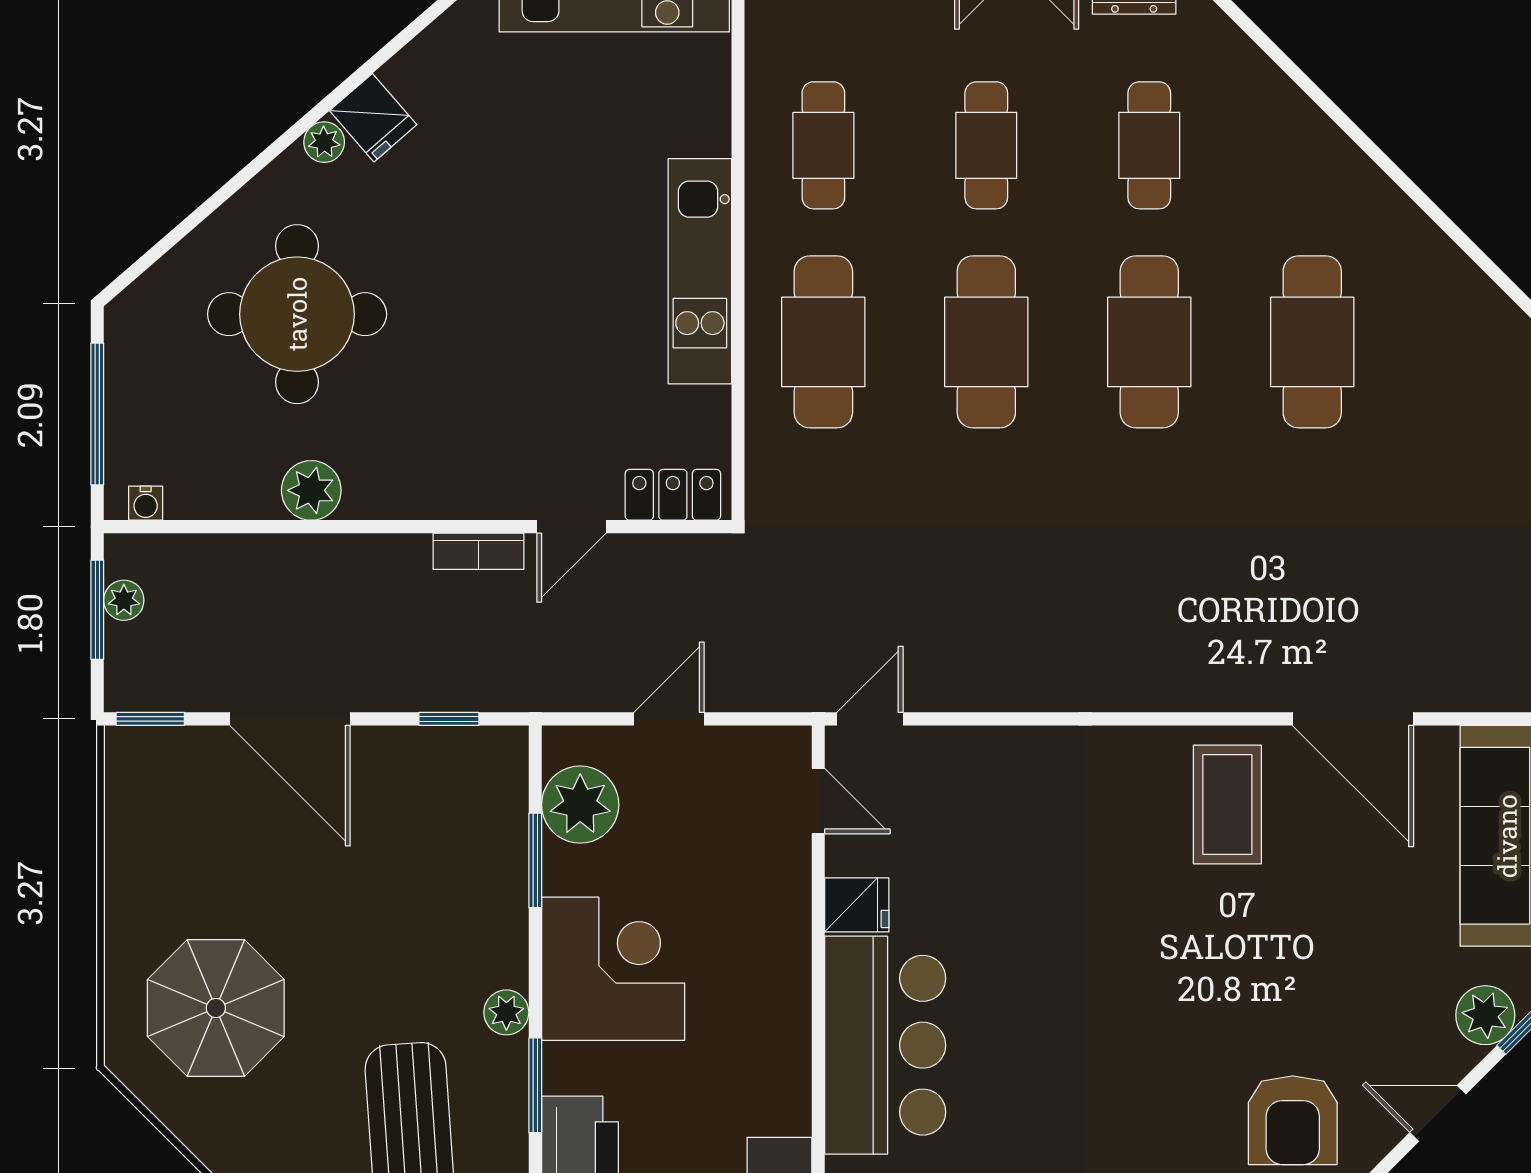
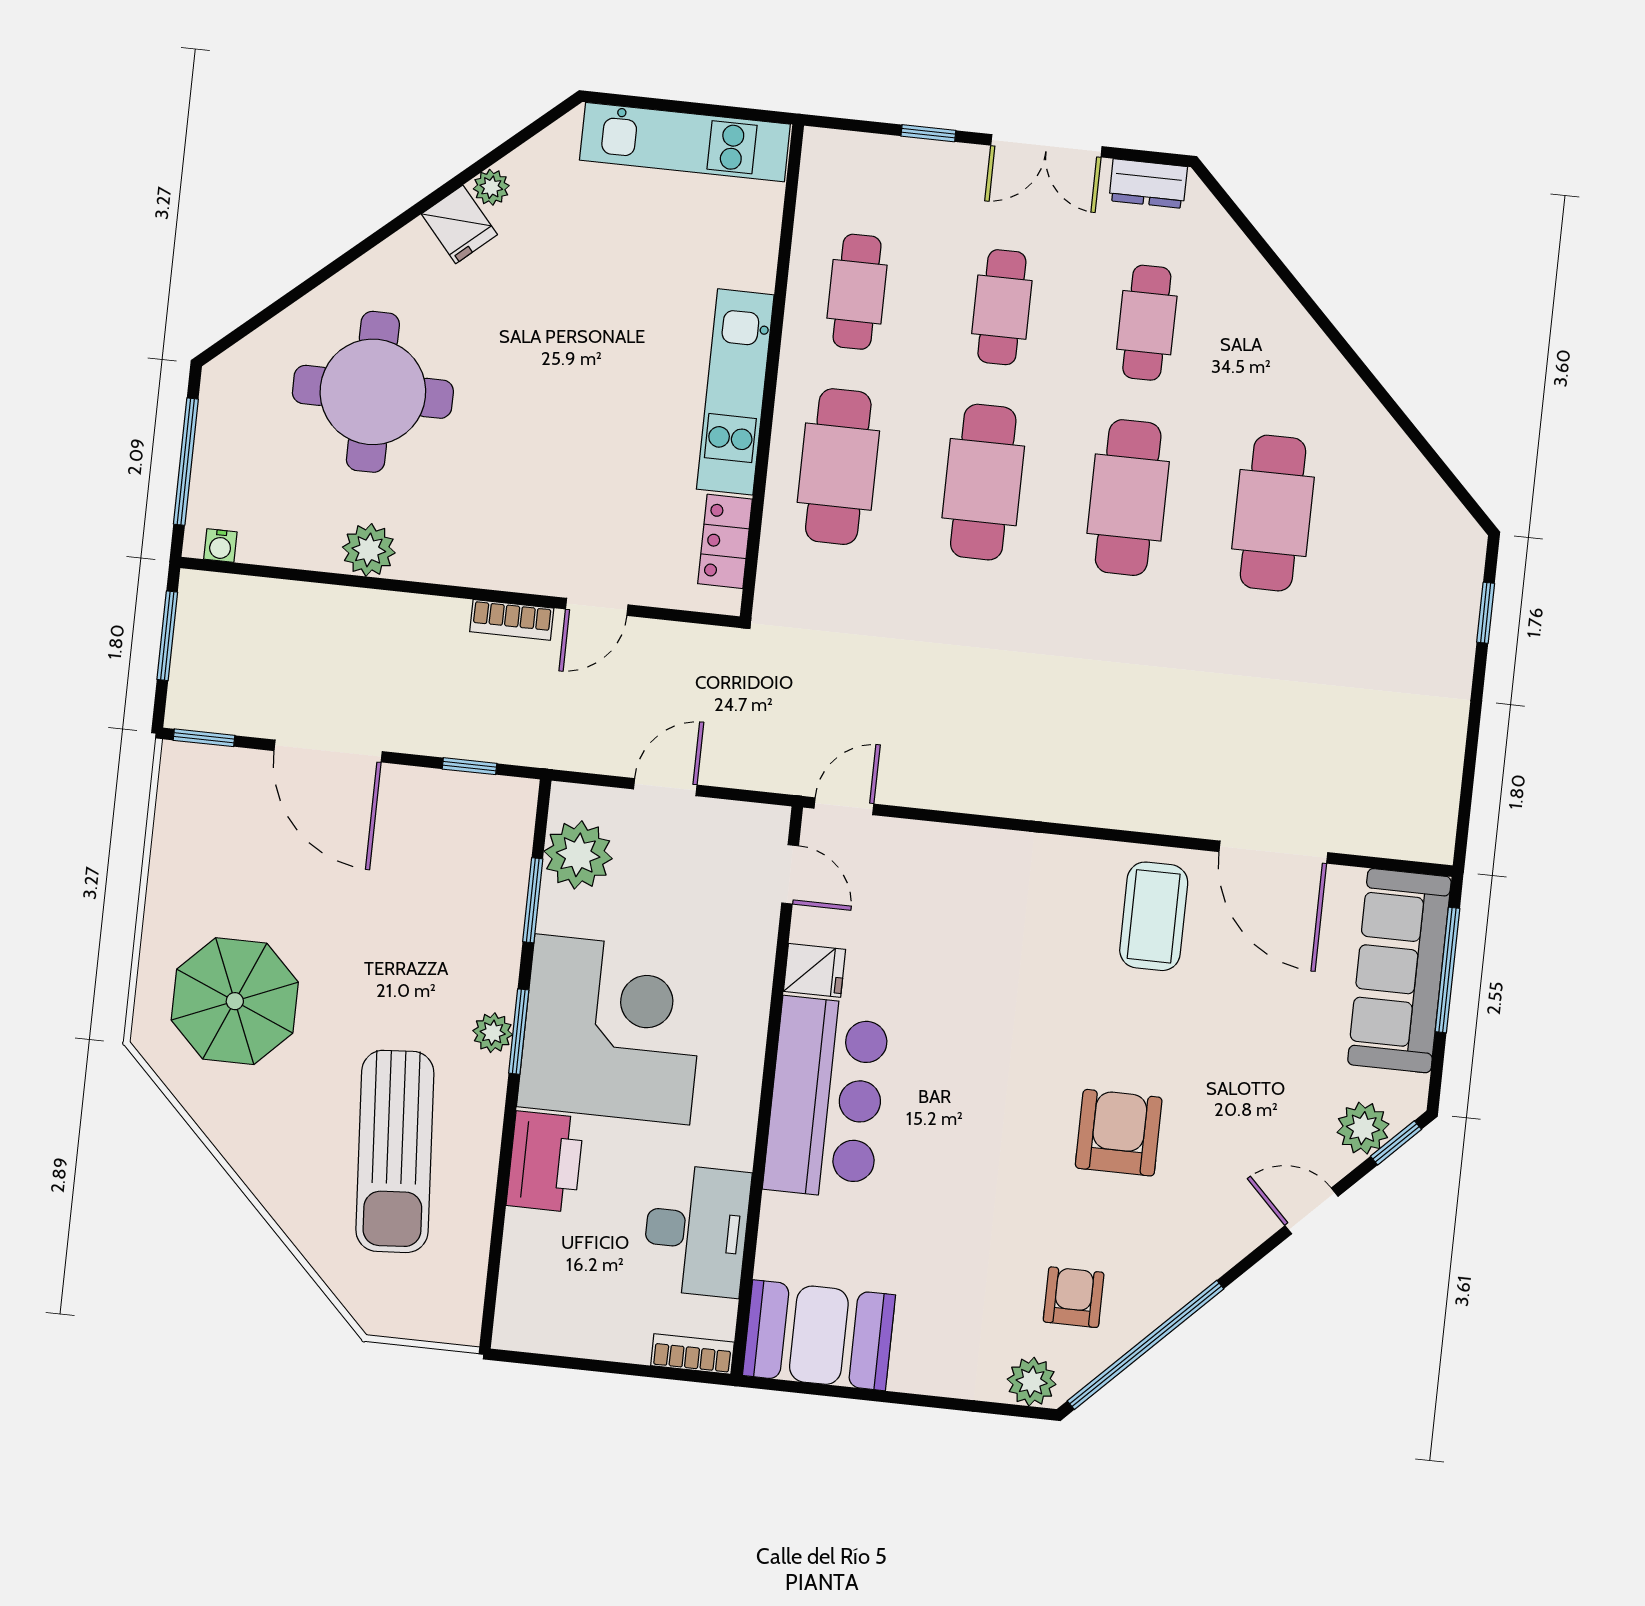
plant: (324, 142) -> (491, 187), moved
locker: (673, 495) -> (725, 541), moved, turned -90
plant: (124, 600) -> (192, 630), removed
corner desk: (613, 969) -> (612, 1029), width x1.36, depth x1.36
window: (535, 1085) -> (519, 1032), moved
armchair: (1293, 1120) -> (1119, 1133), moved, turned 180

